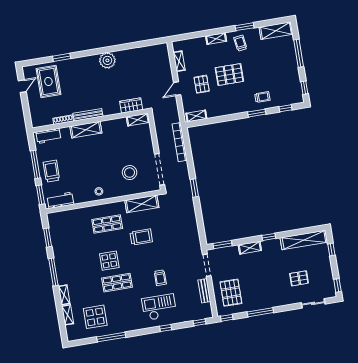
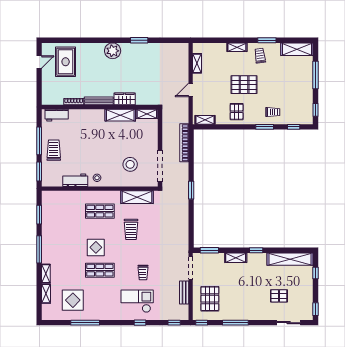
window: (62, 57) -> (139, 40), moved
plant: (107, 60) -> (113, 51), moved
pallet: (202, 84) -> (237, 112), moved
wardrobe: (131, 106) -> (125, 99), moved
shelving: (86, 130) -> (120, 115), moved
workbench: (60, 200) -> (75, 180), moved
trolley: (141, 237) -> (131, 229), turned 90

